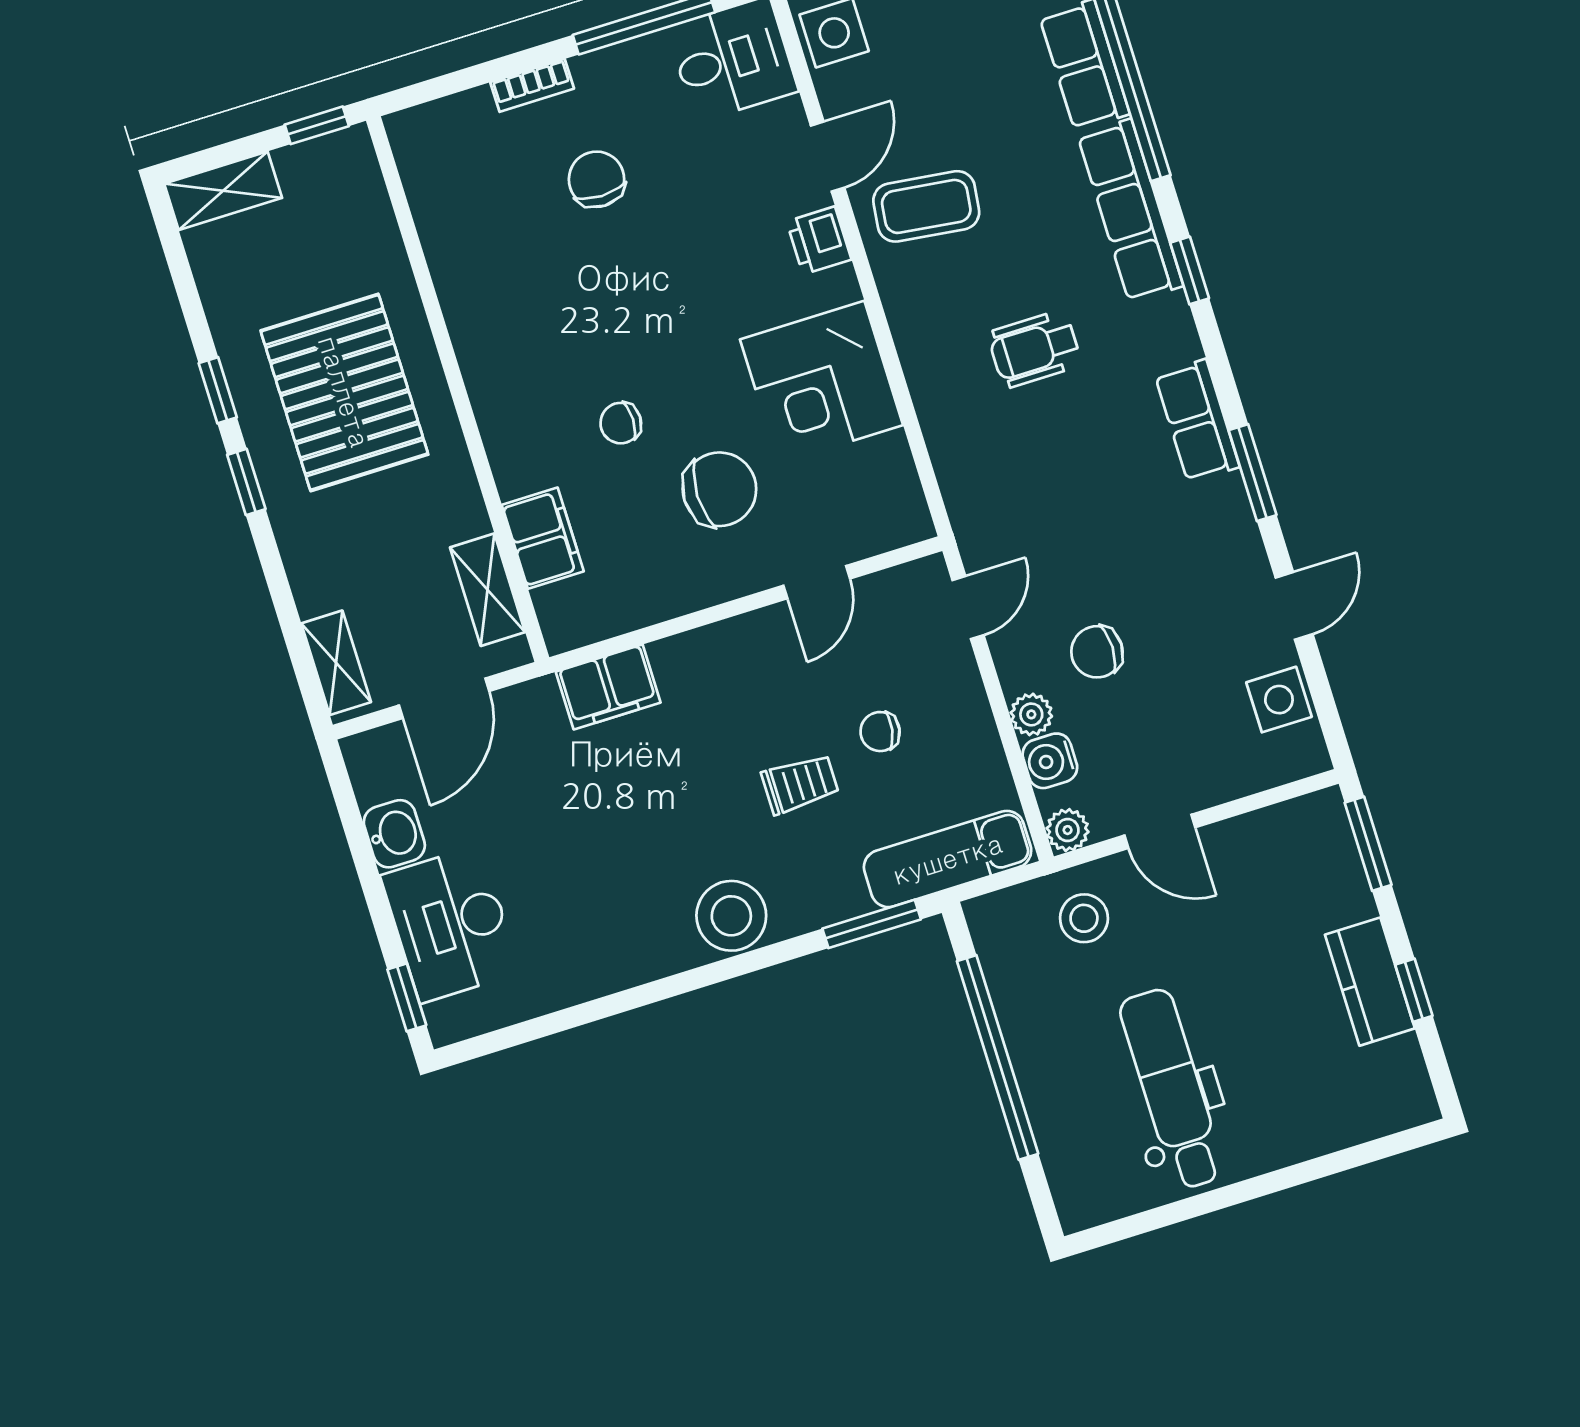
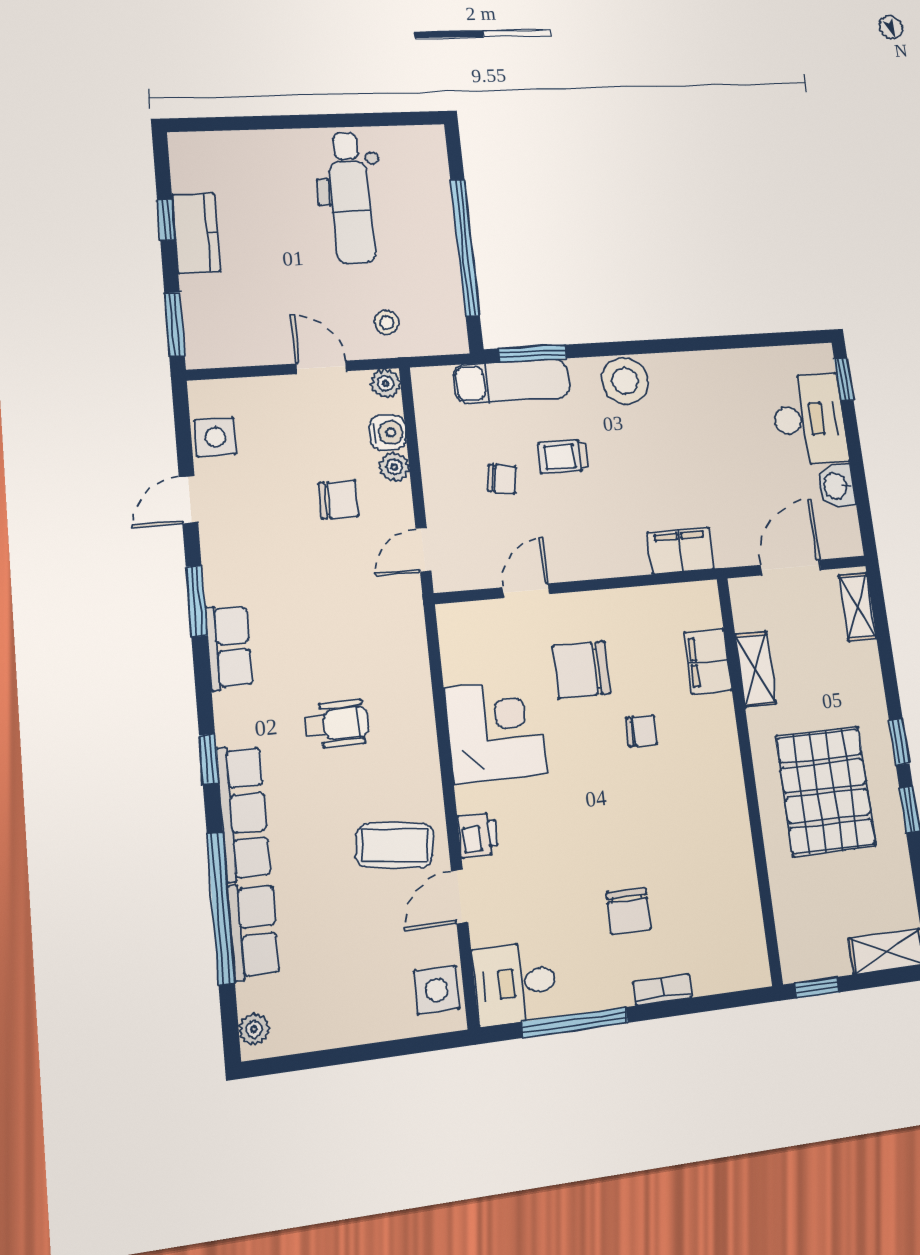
shelving: (488, 590) -> (755, 669), moved
exam couch: (948, 859) -> (512, 381), moved
stool: (1084, 918) -> (387, 323), width x0.73, depth x0.73

